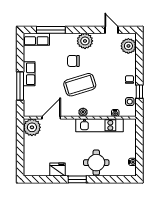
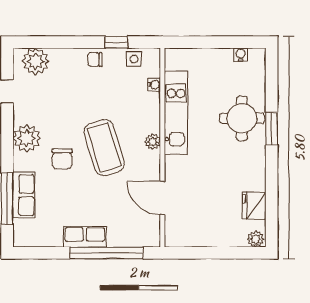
row of seats: (36, 39) -> (24, 195), moved
window: (20, 86) -> (106, 253), width x1.46
plant: (32, 127) -> (256, 239), moved, width x0.53, depth x0.53
fridge: (57, 170) -> (254, 206), moved
window: (77, 179) -> (272, 129), moved

